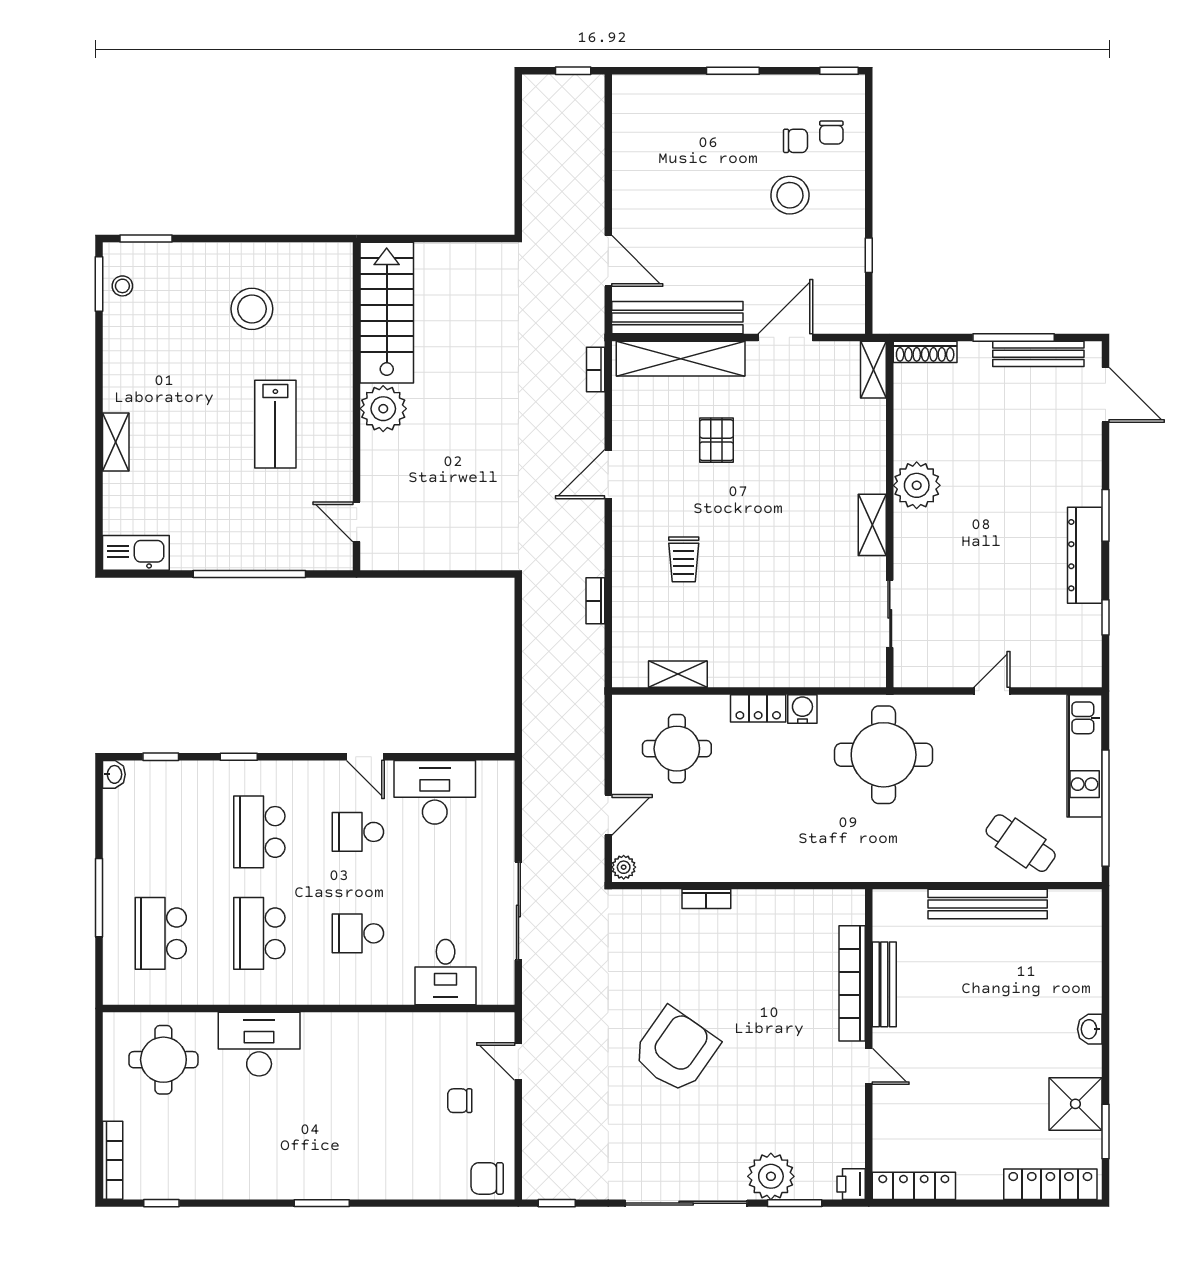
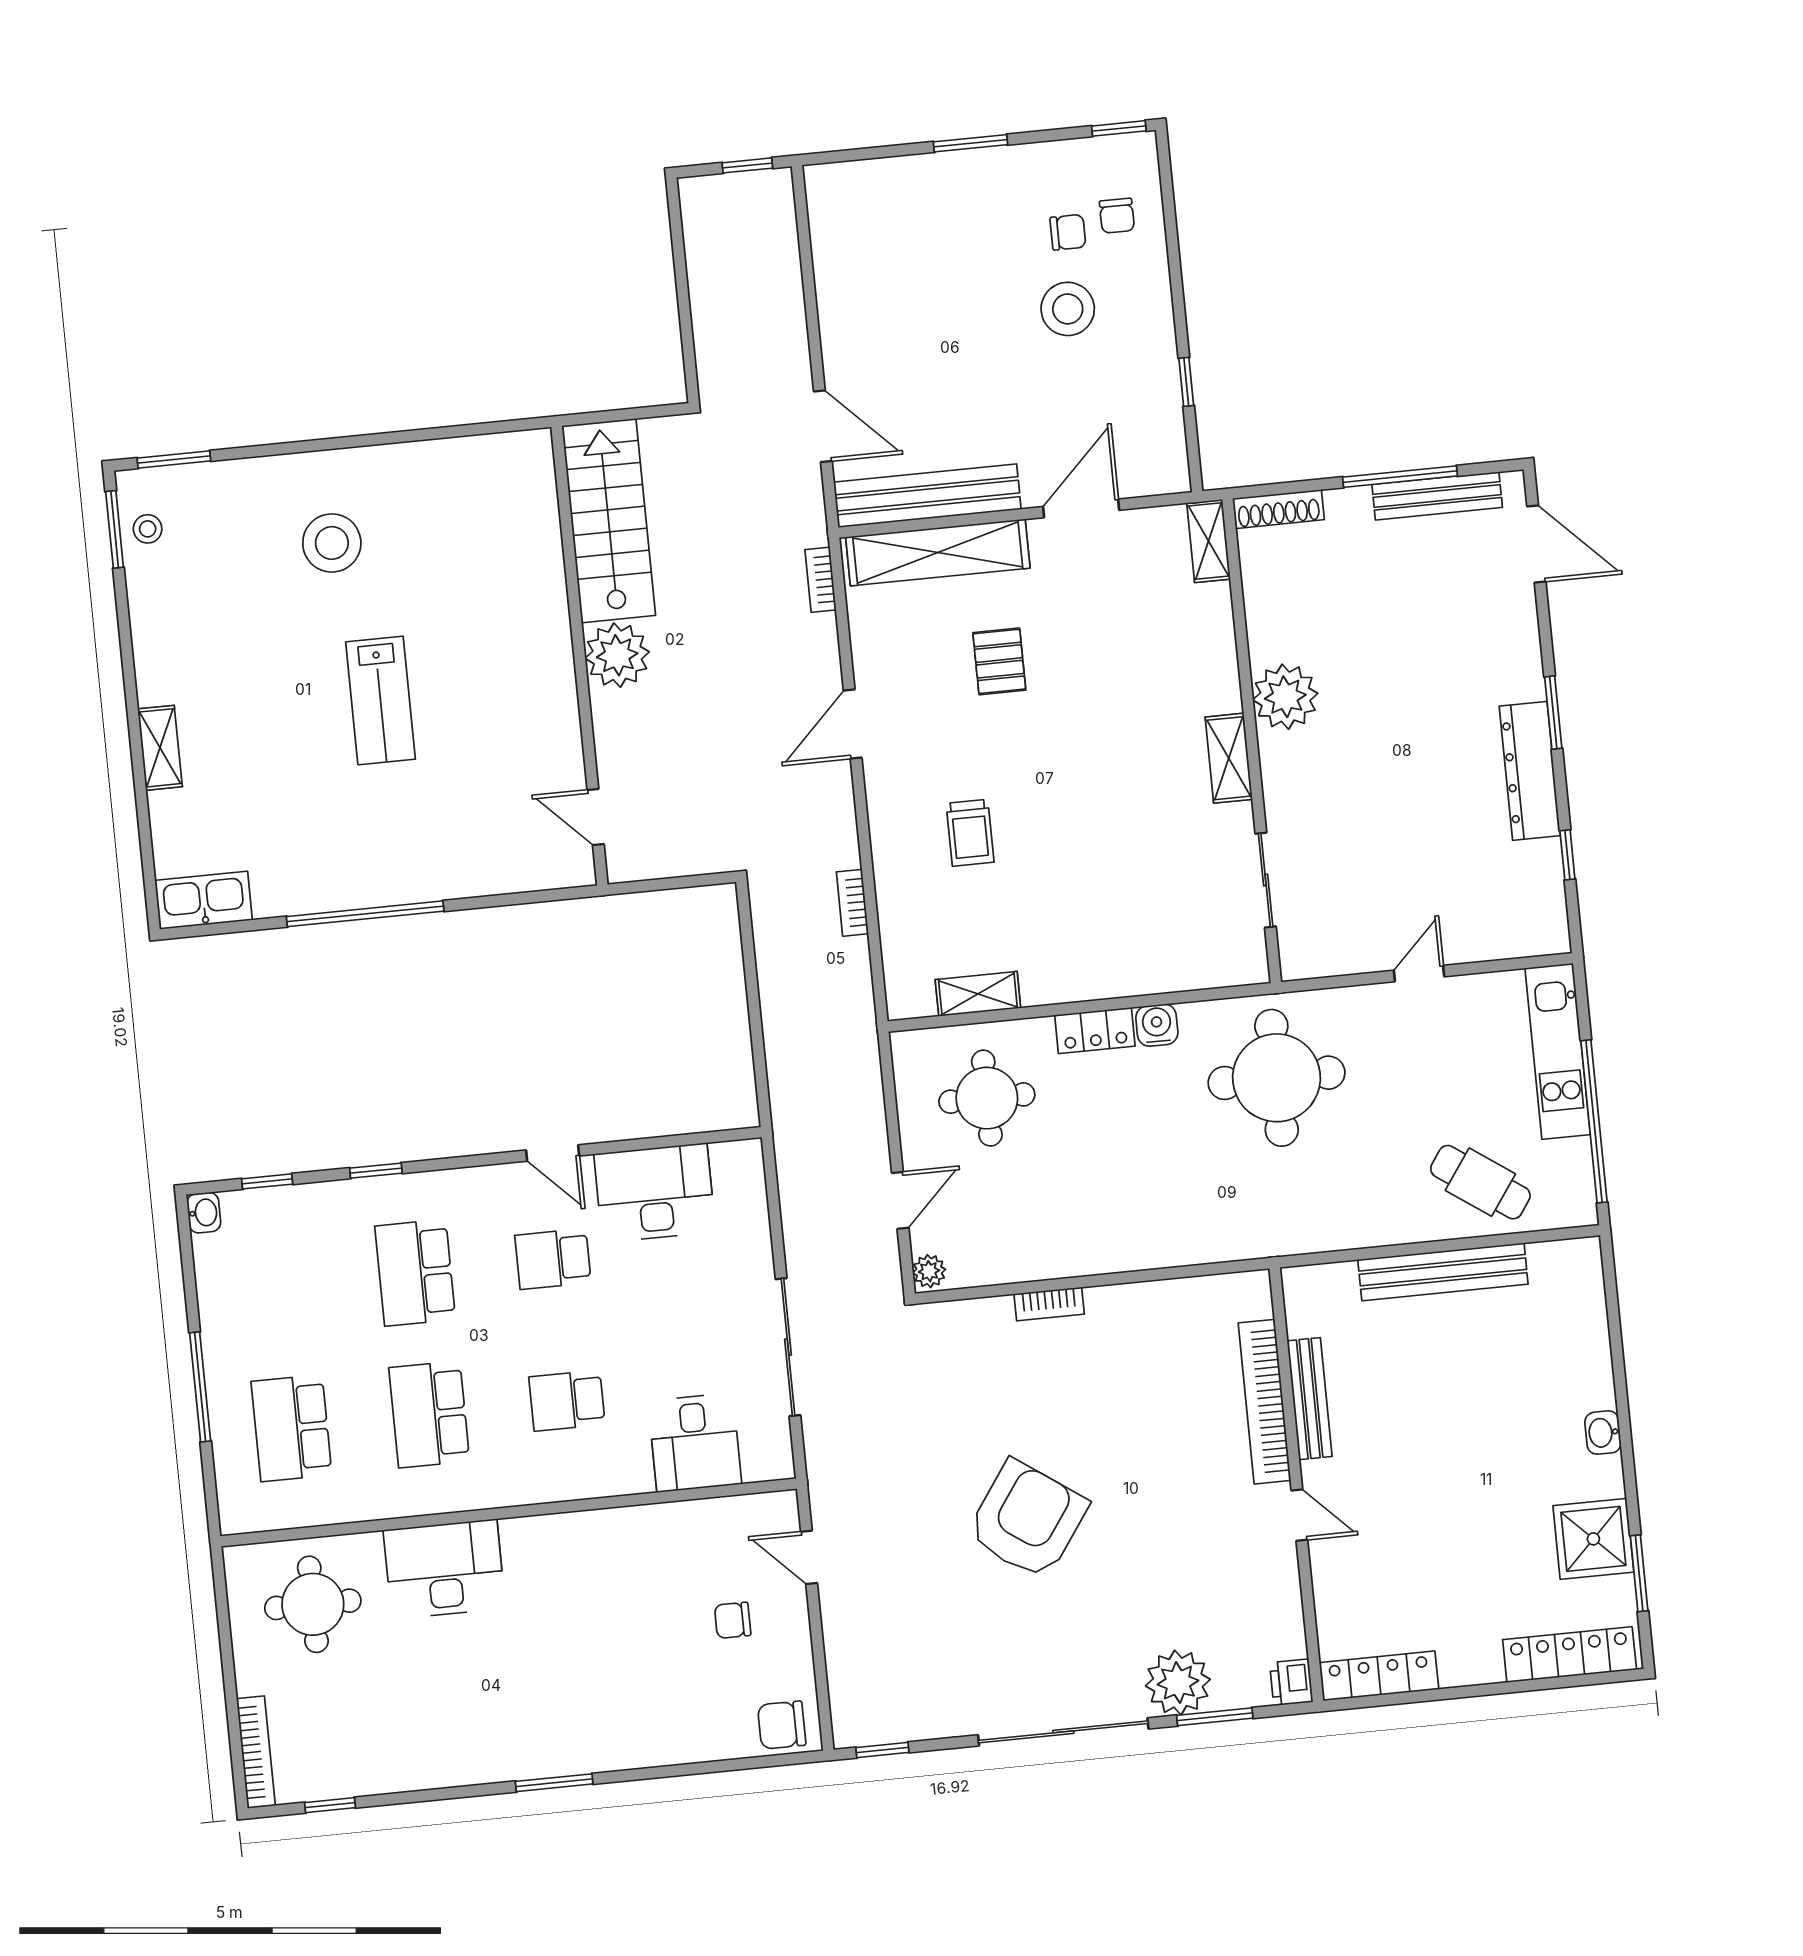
stairs: (387, 313) -> (609, 521), moved
wall: (357, 406) -> (579, 656), moved
plant: (383, 409) -> (617, 655), moved
door: (357, 522) -> (596, 817), moved

